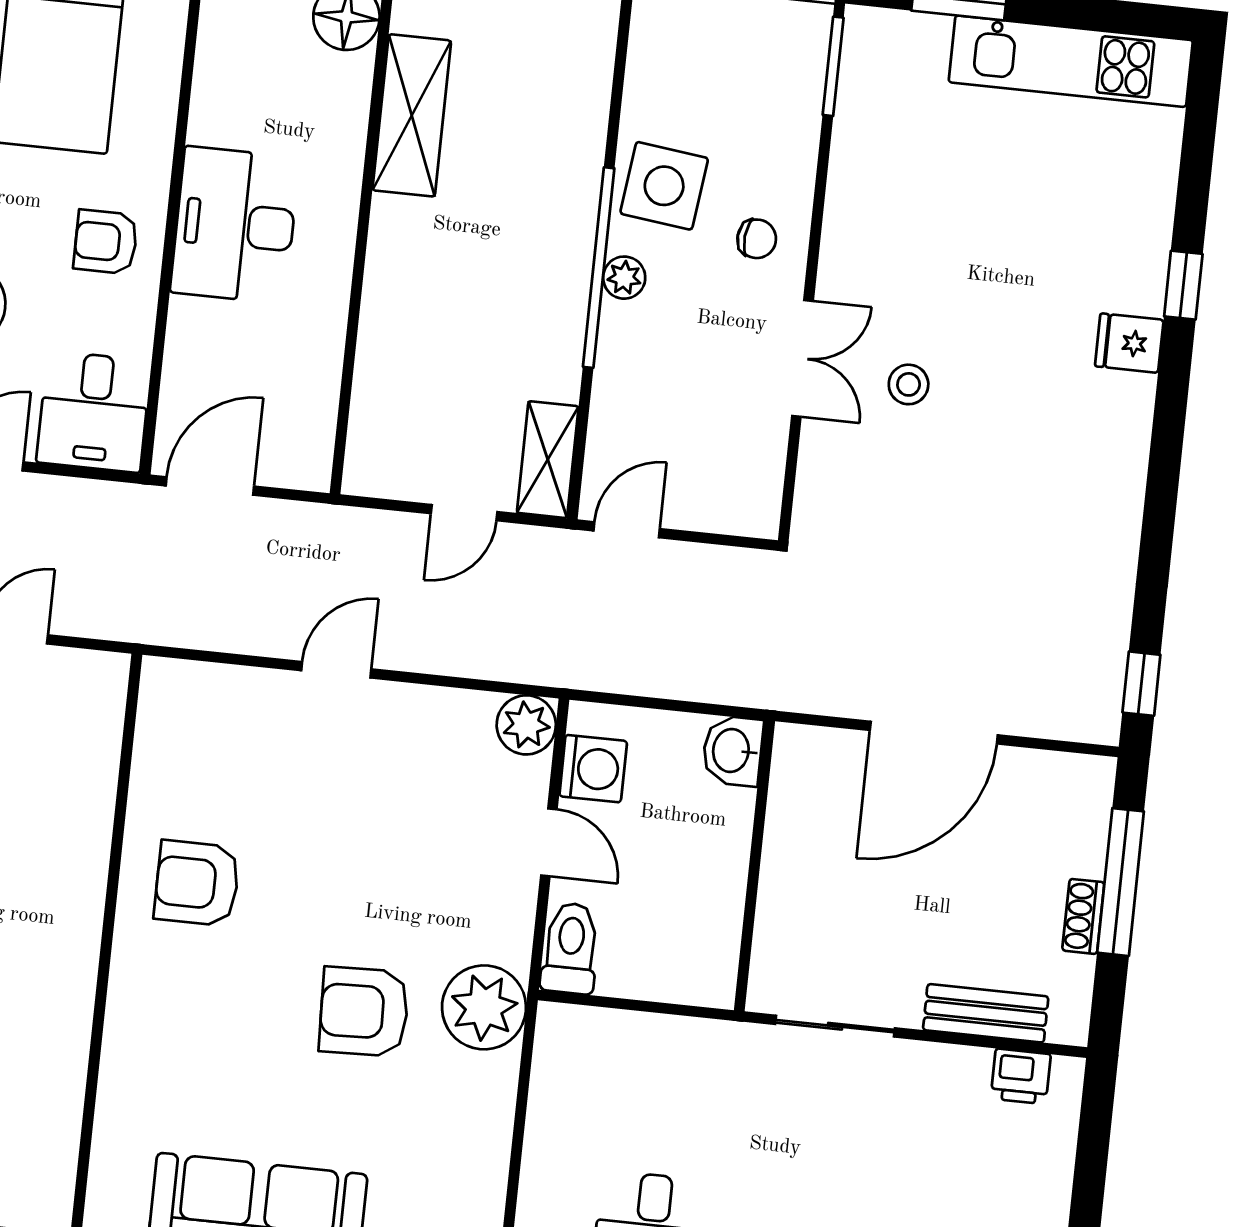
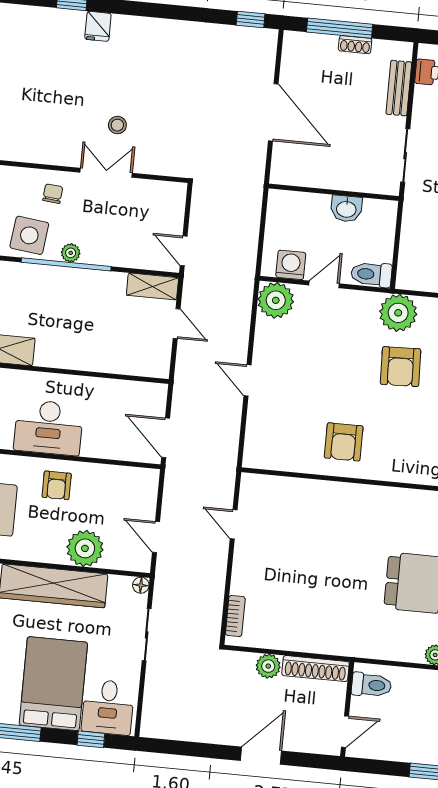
desk: (94, 412) -> (133, 490), removed
plant: (526, 725) -> (276, 300), width x1.36, depth x1.36
washbasin: (733, 751) -> (346, 209), moved

